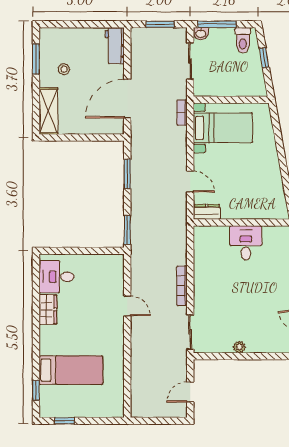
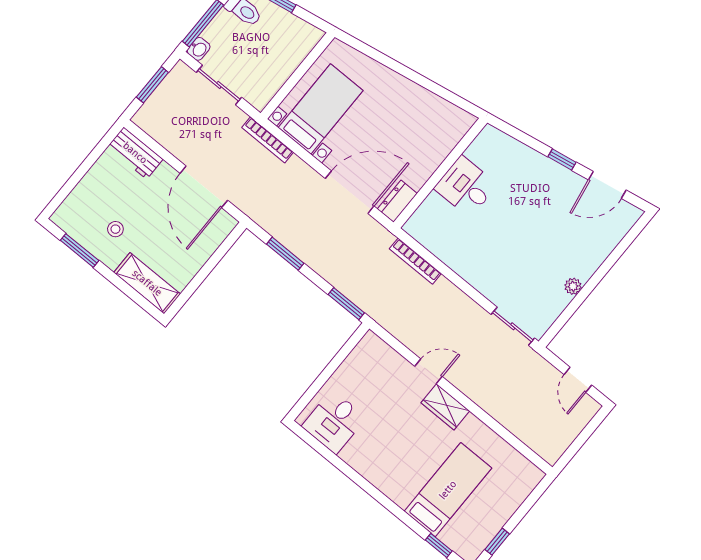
bookcase: (182, 113) -> (268, 140), width x1.56
door: (190, 182) -> (350, 192), width x1.88
bookcase: (182, 286) -> (415, 261), moved
wardrobe: (48, 309) -> (445, 407), moved, turned 180

